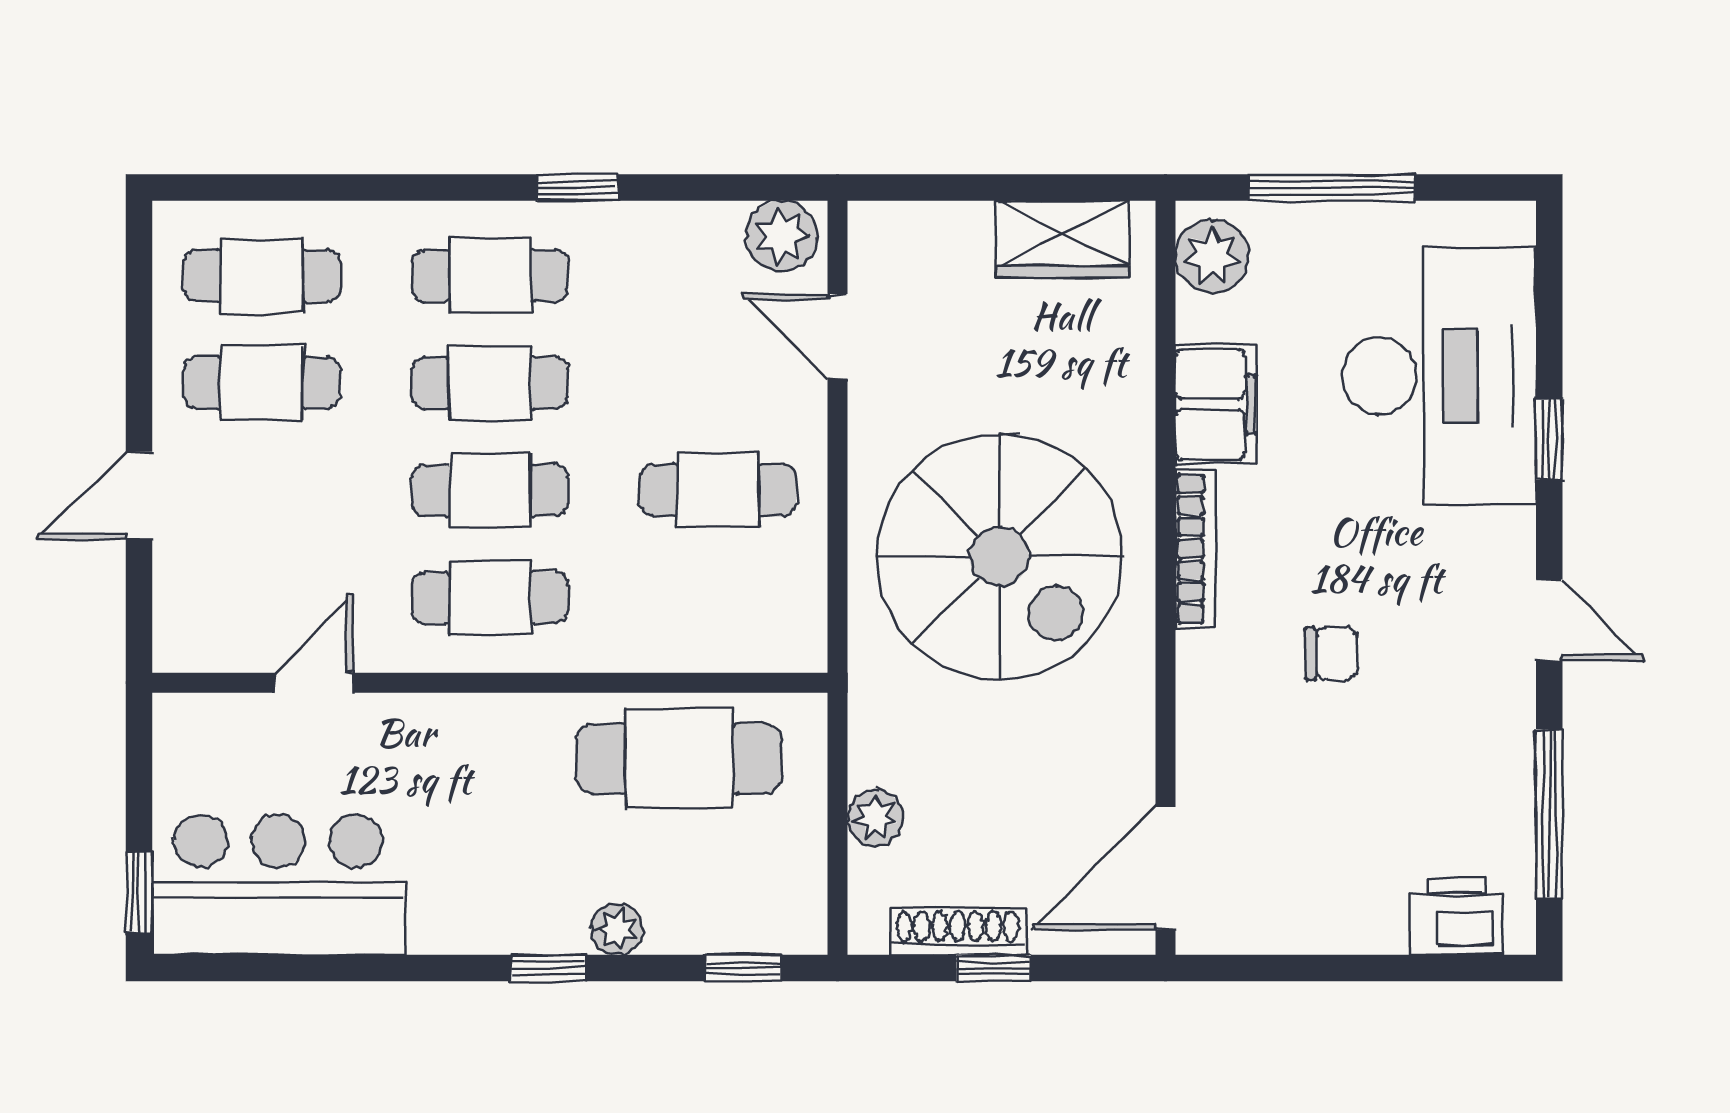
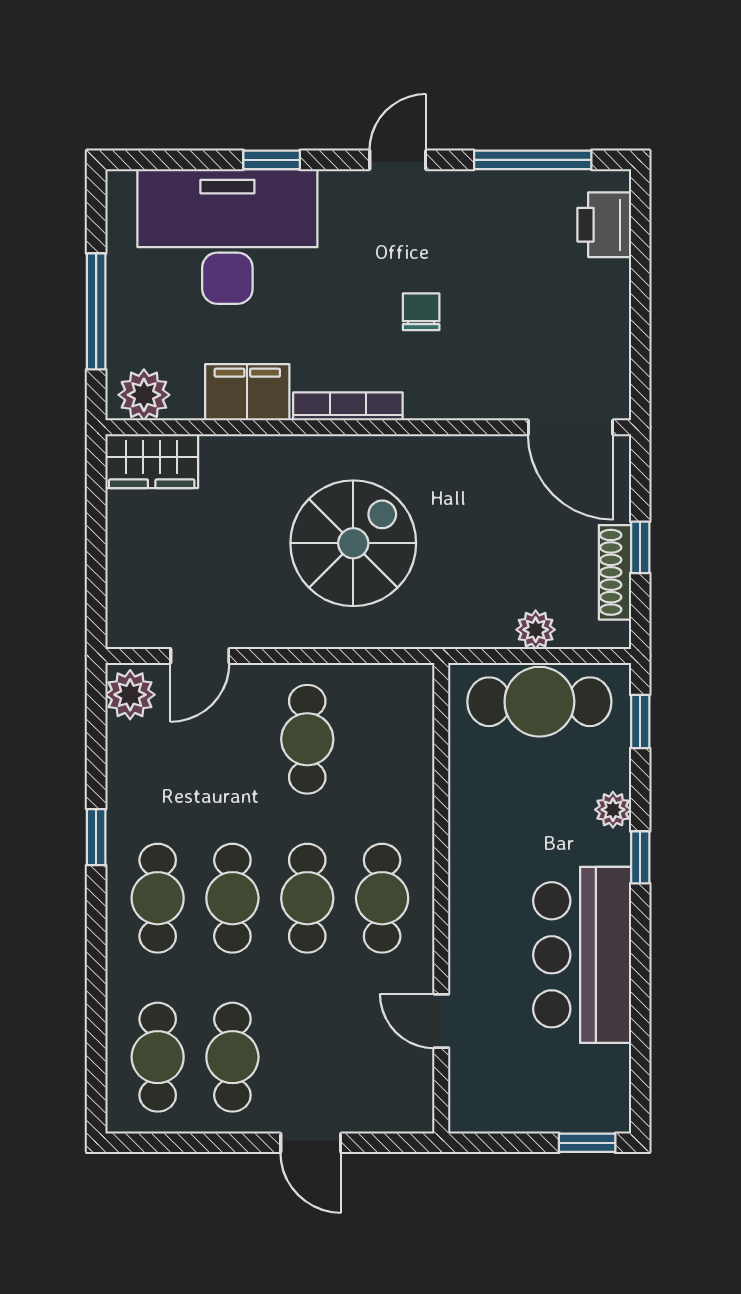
wardrobe: (1063, 239) -> (152, 461), moved, turned 90
spiral stairs: (999, 556) -> (353, 543), width x0.73, depth x0.73
cafe table: (679, 759) -> (539, 702), moved, turned 90
bar counter: (278, 885) -> (582, 955), moved

